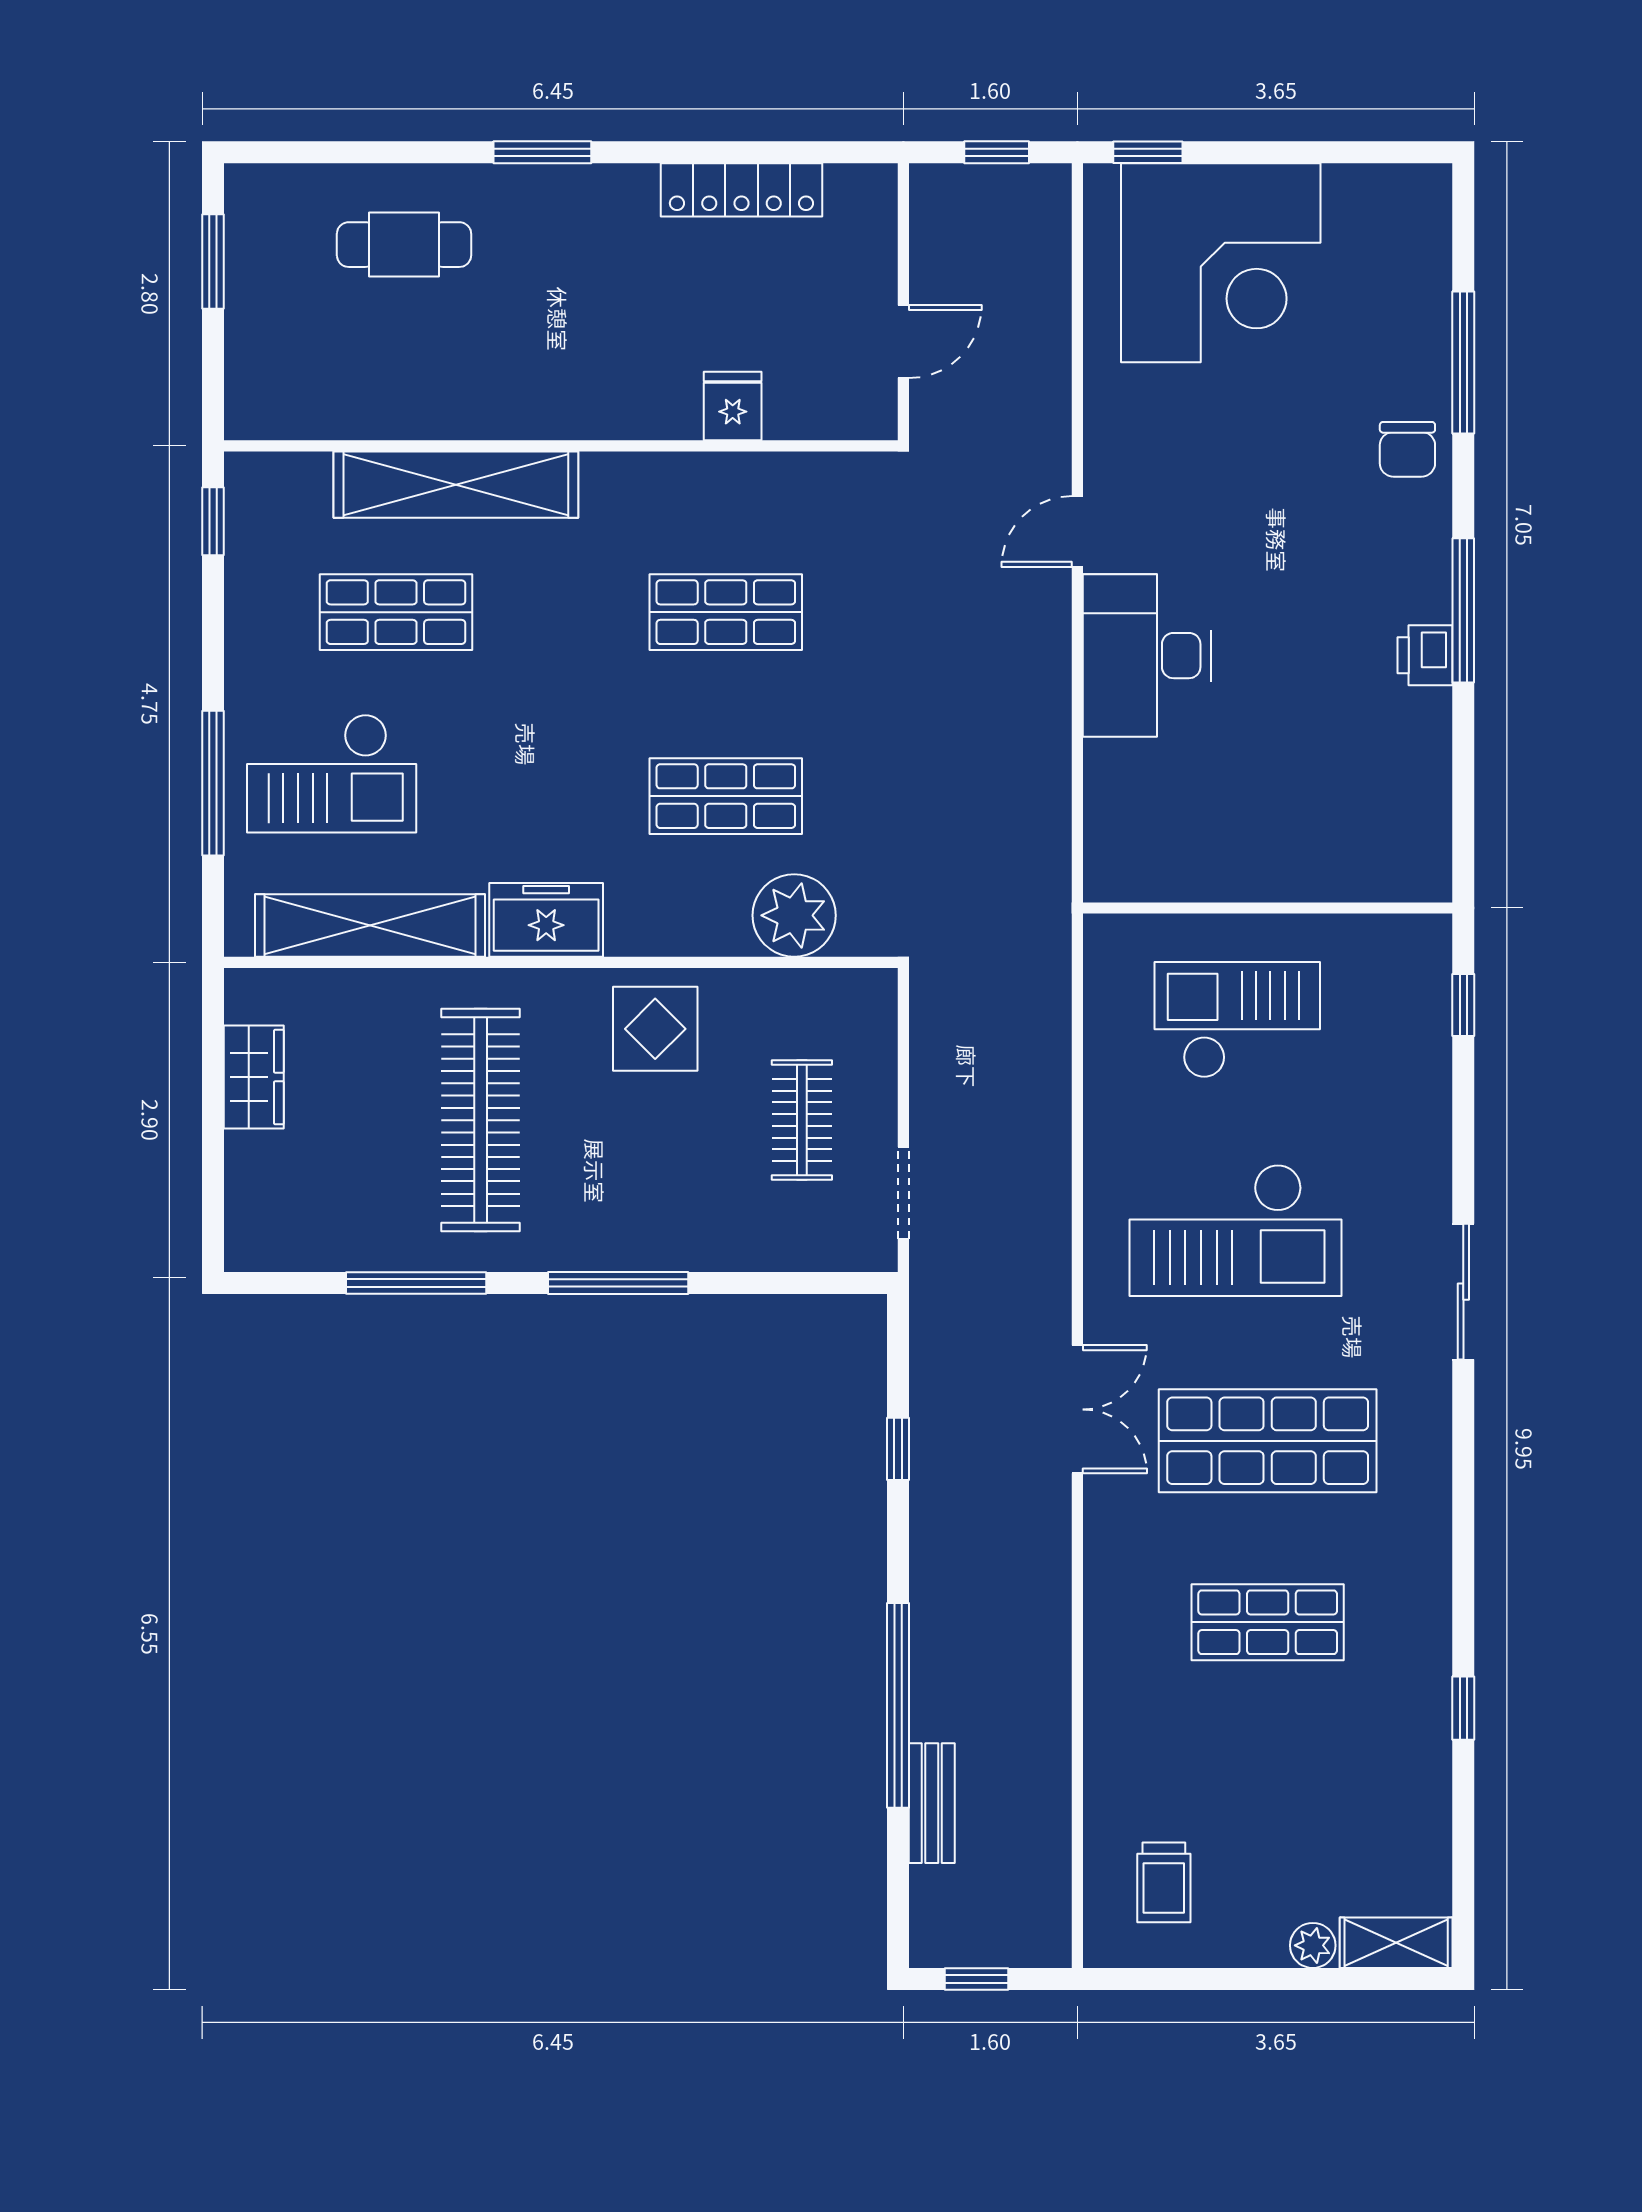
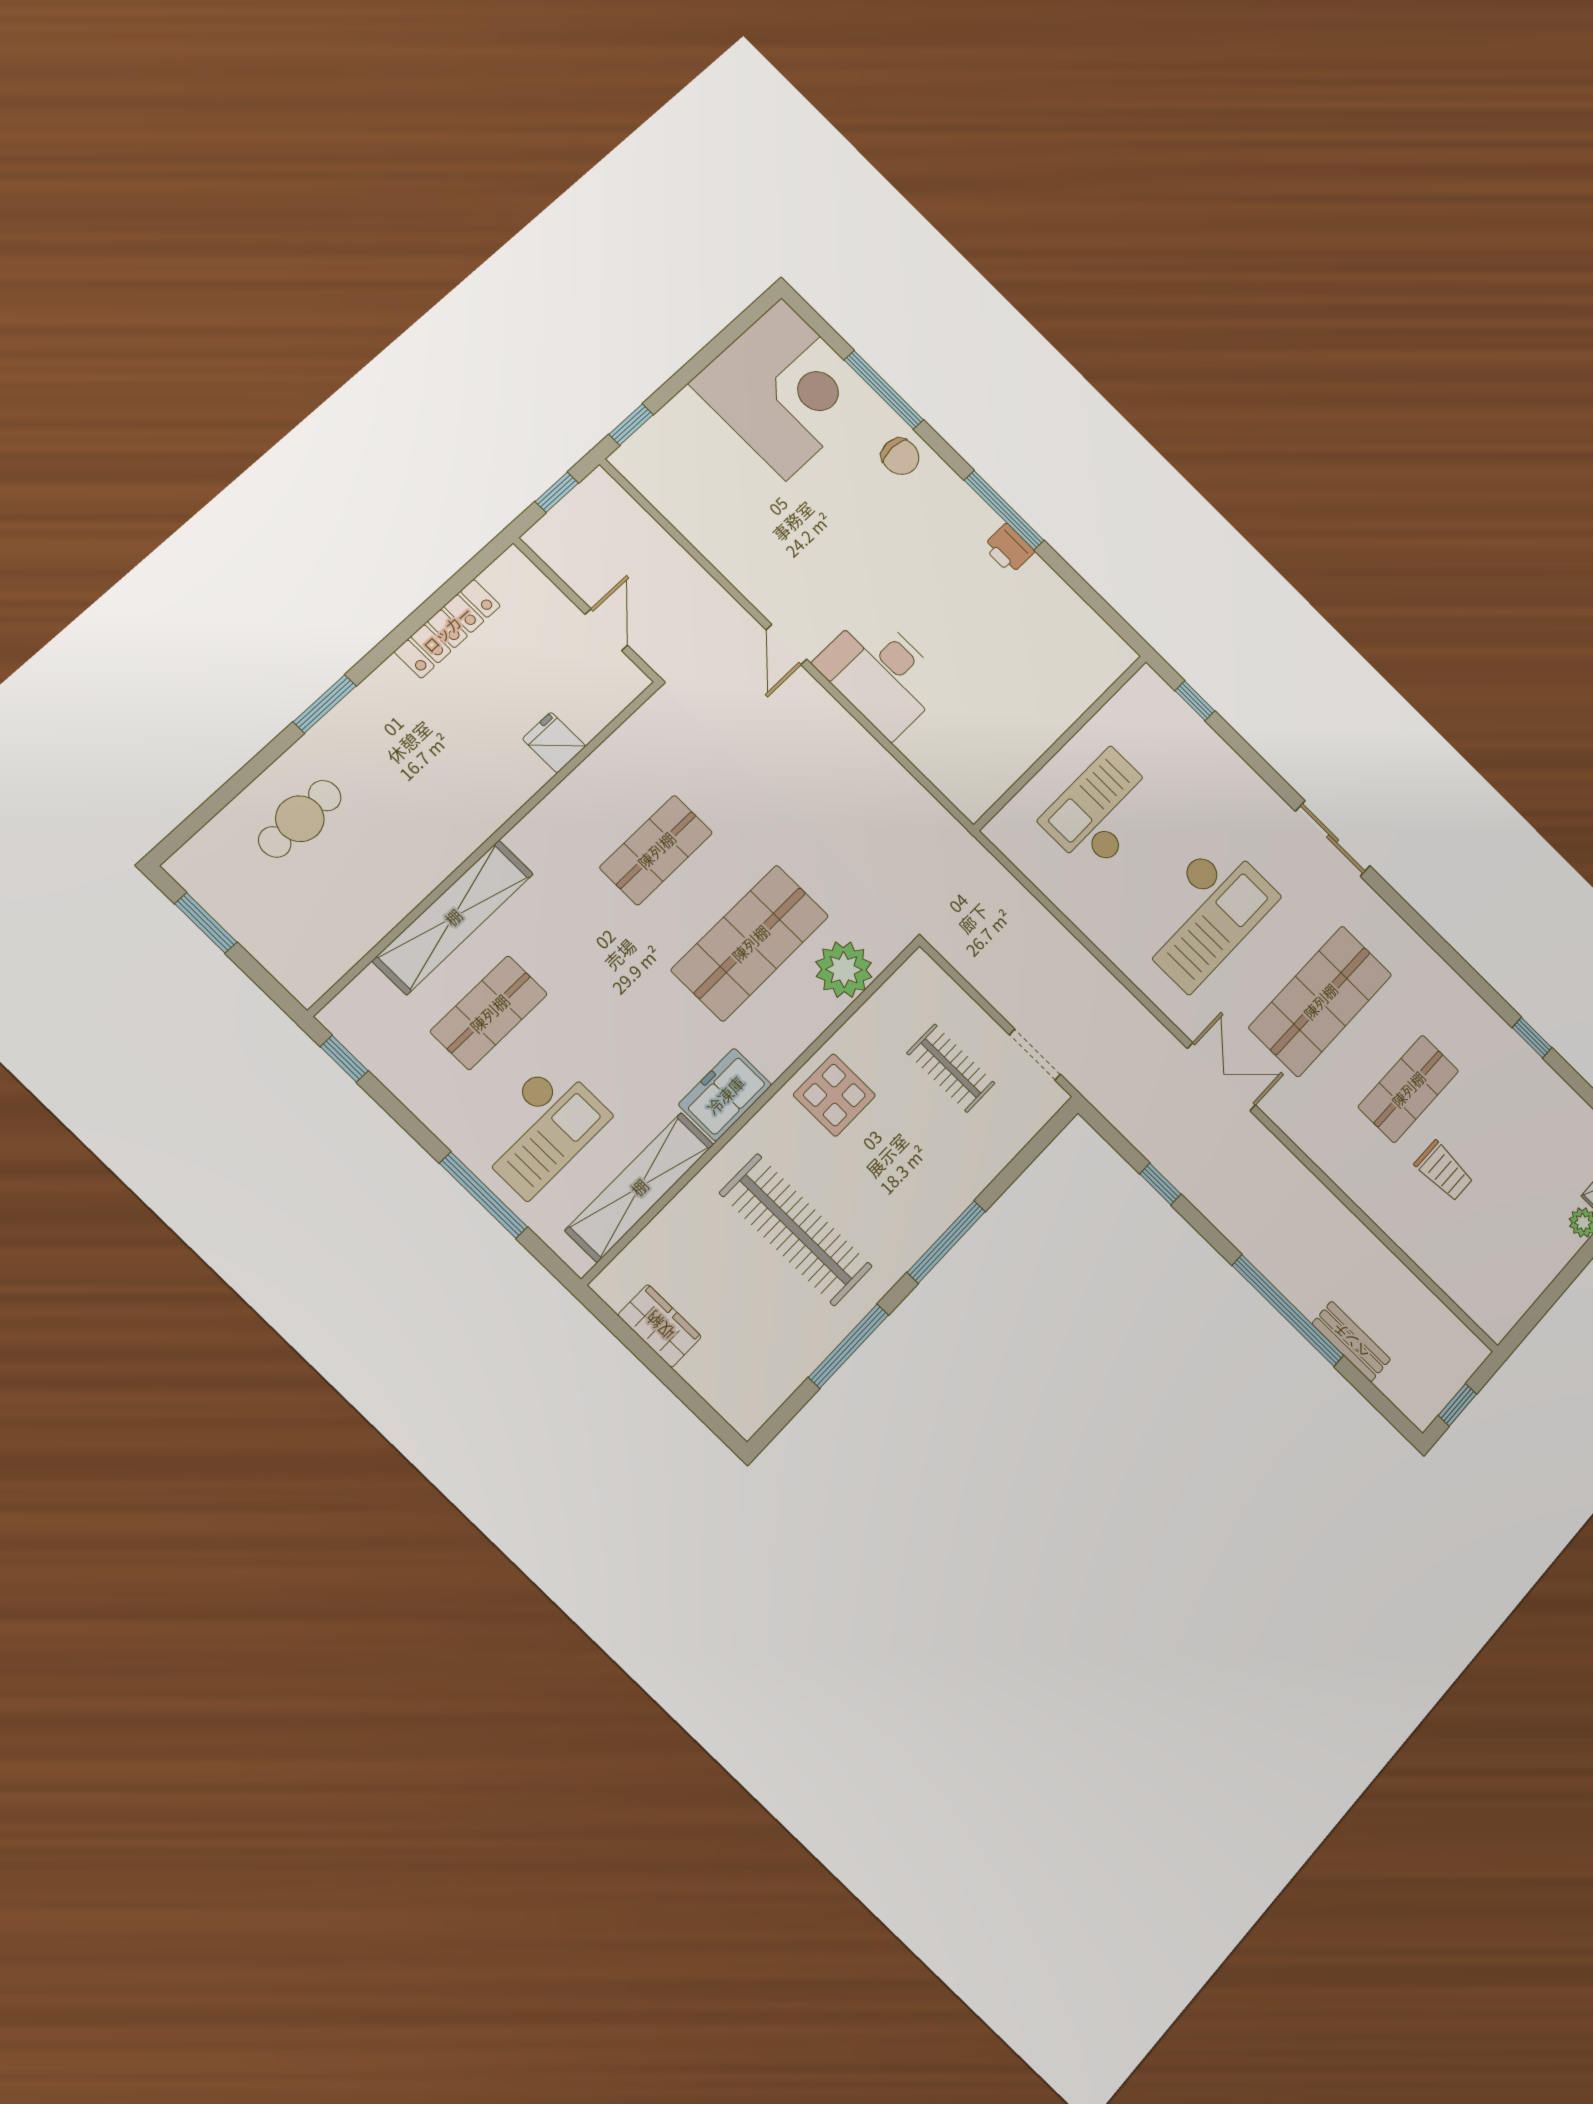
corner desk: (1221, 263) -> (784, 389), moved
shop shelf: (726, 796) -> (750, 943), width x1.43, depth x1.36
trolley: (1164, 1882) -> (1444, 1171), moved

